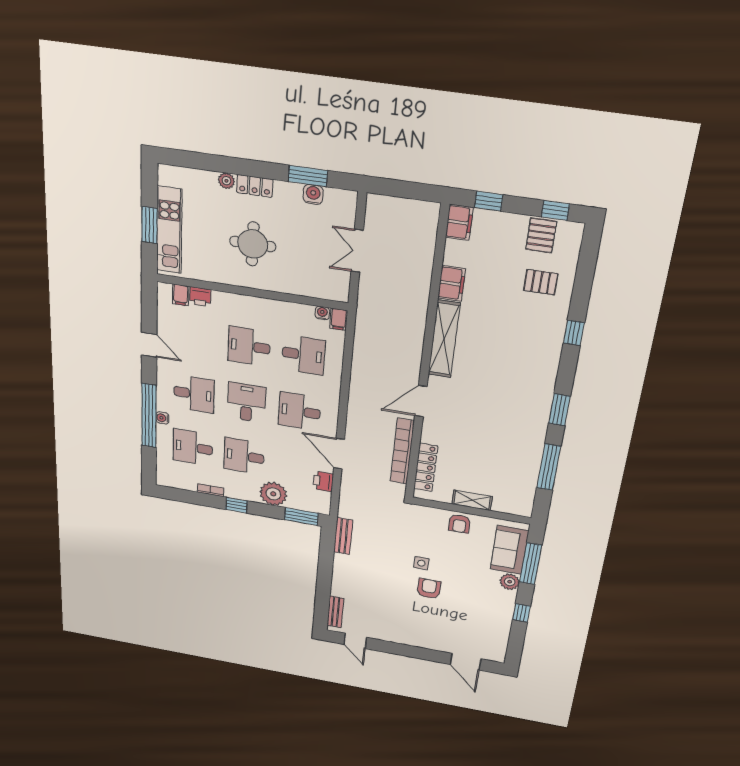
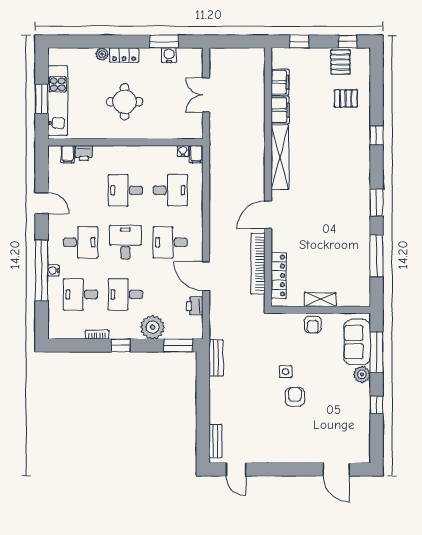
filing cabinet: (459, 222) -> (280, 82), moved

